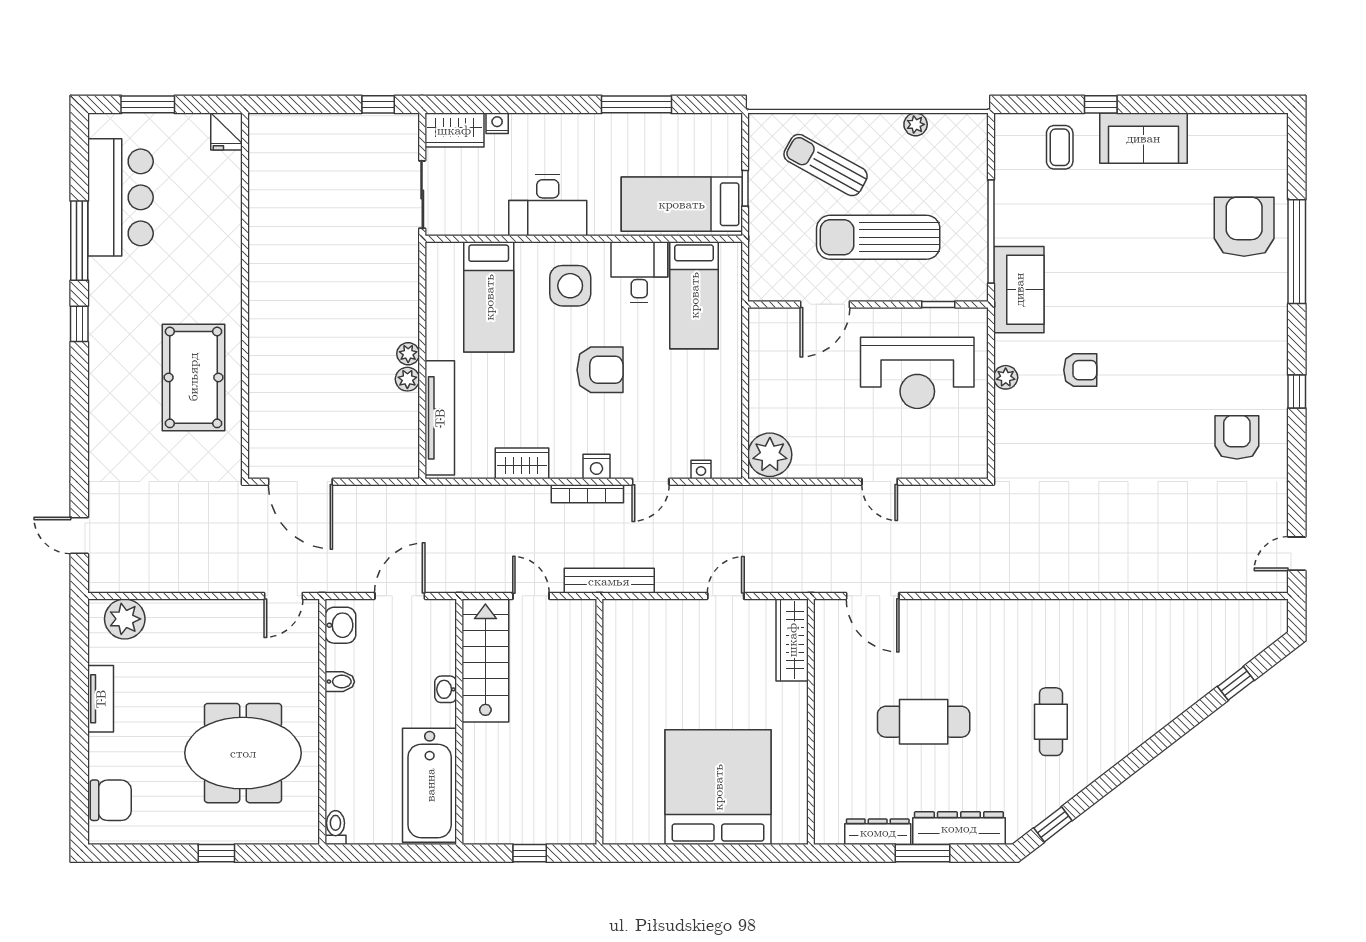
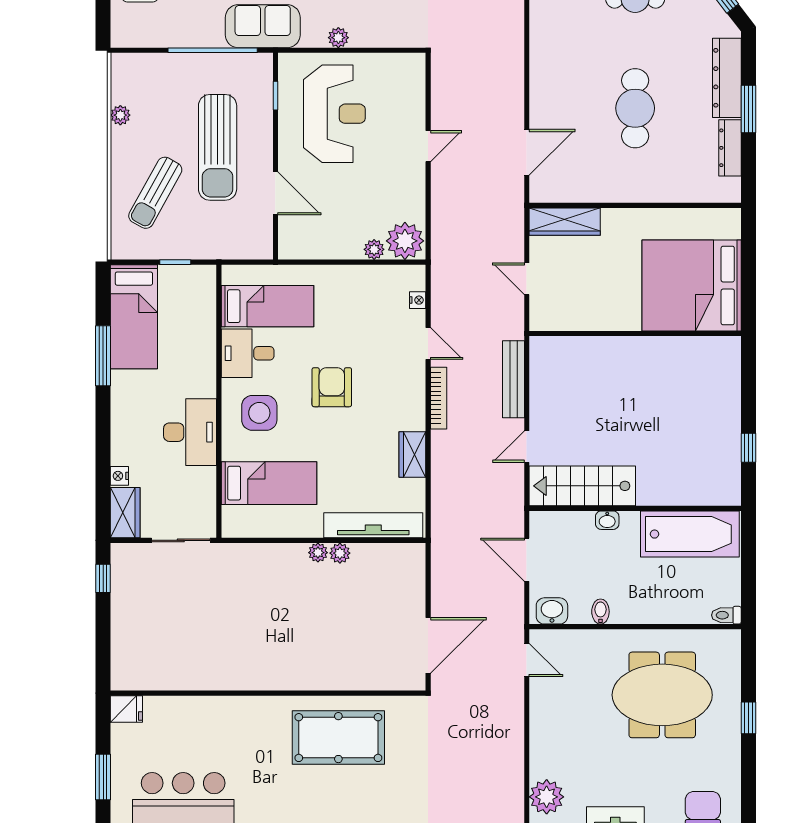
bed: (682, 204) -> (134, 317), moved
plant: (760, 419) -> (374, 249), added
nightstand: (596, 466) -> (415, 390), removed
wall: (599, 722) -> (635, 334), moved
meeting table: (243, 753) -> (662, 695), turned 90

